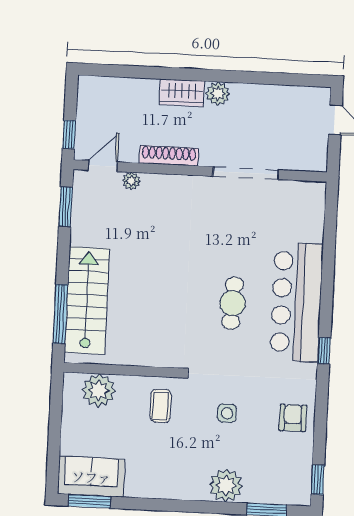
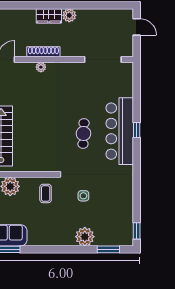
doorway: (246, 173) -> (103, 60), moved
plant: (131, 181) -> (41, 67), moved
window: (324, 351) -> (137, 130), moved
armchair: (293, 418) -> (121, 197), removed

